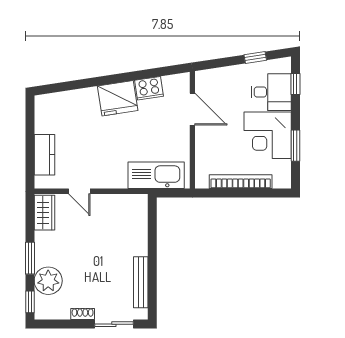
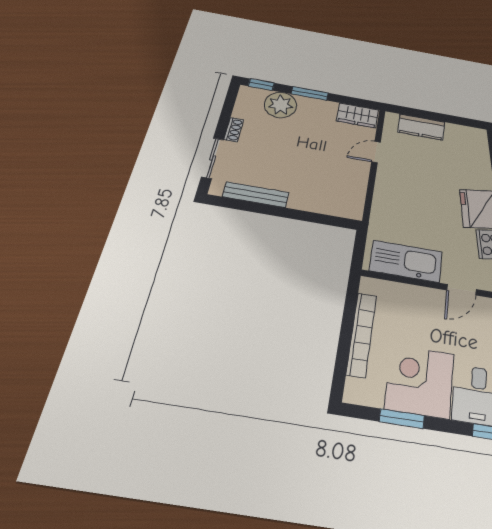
door: (192, 109) -> (461, 290), width x0.73
kitchen sink: (156, 175) -> (406, 261), moved, turned -90

